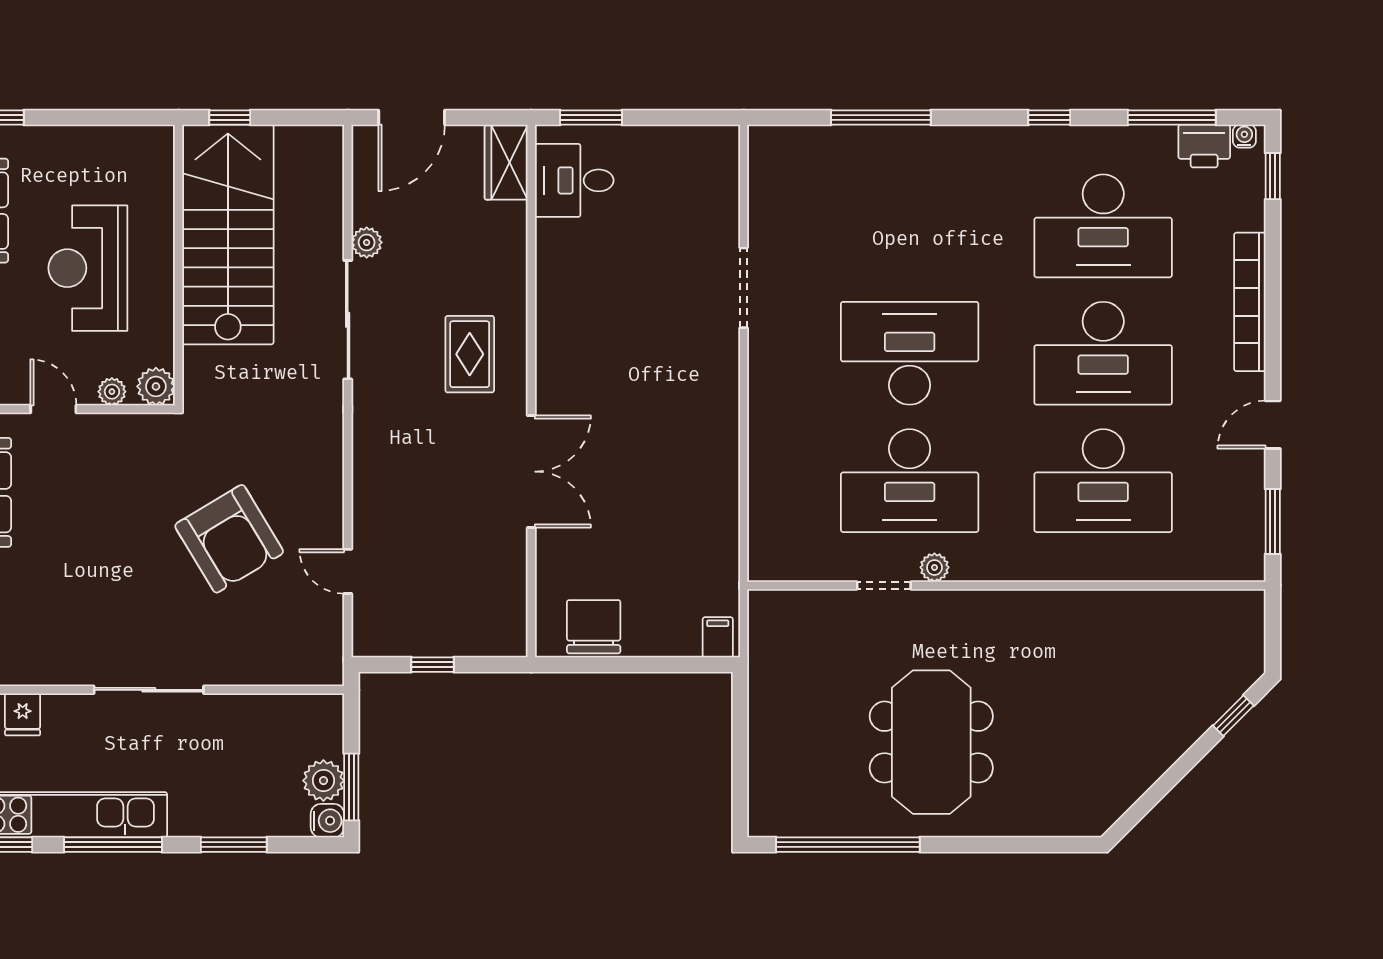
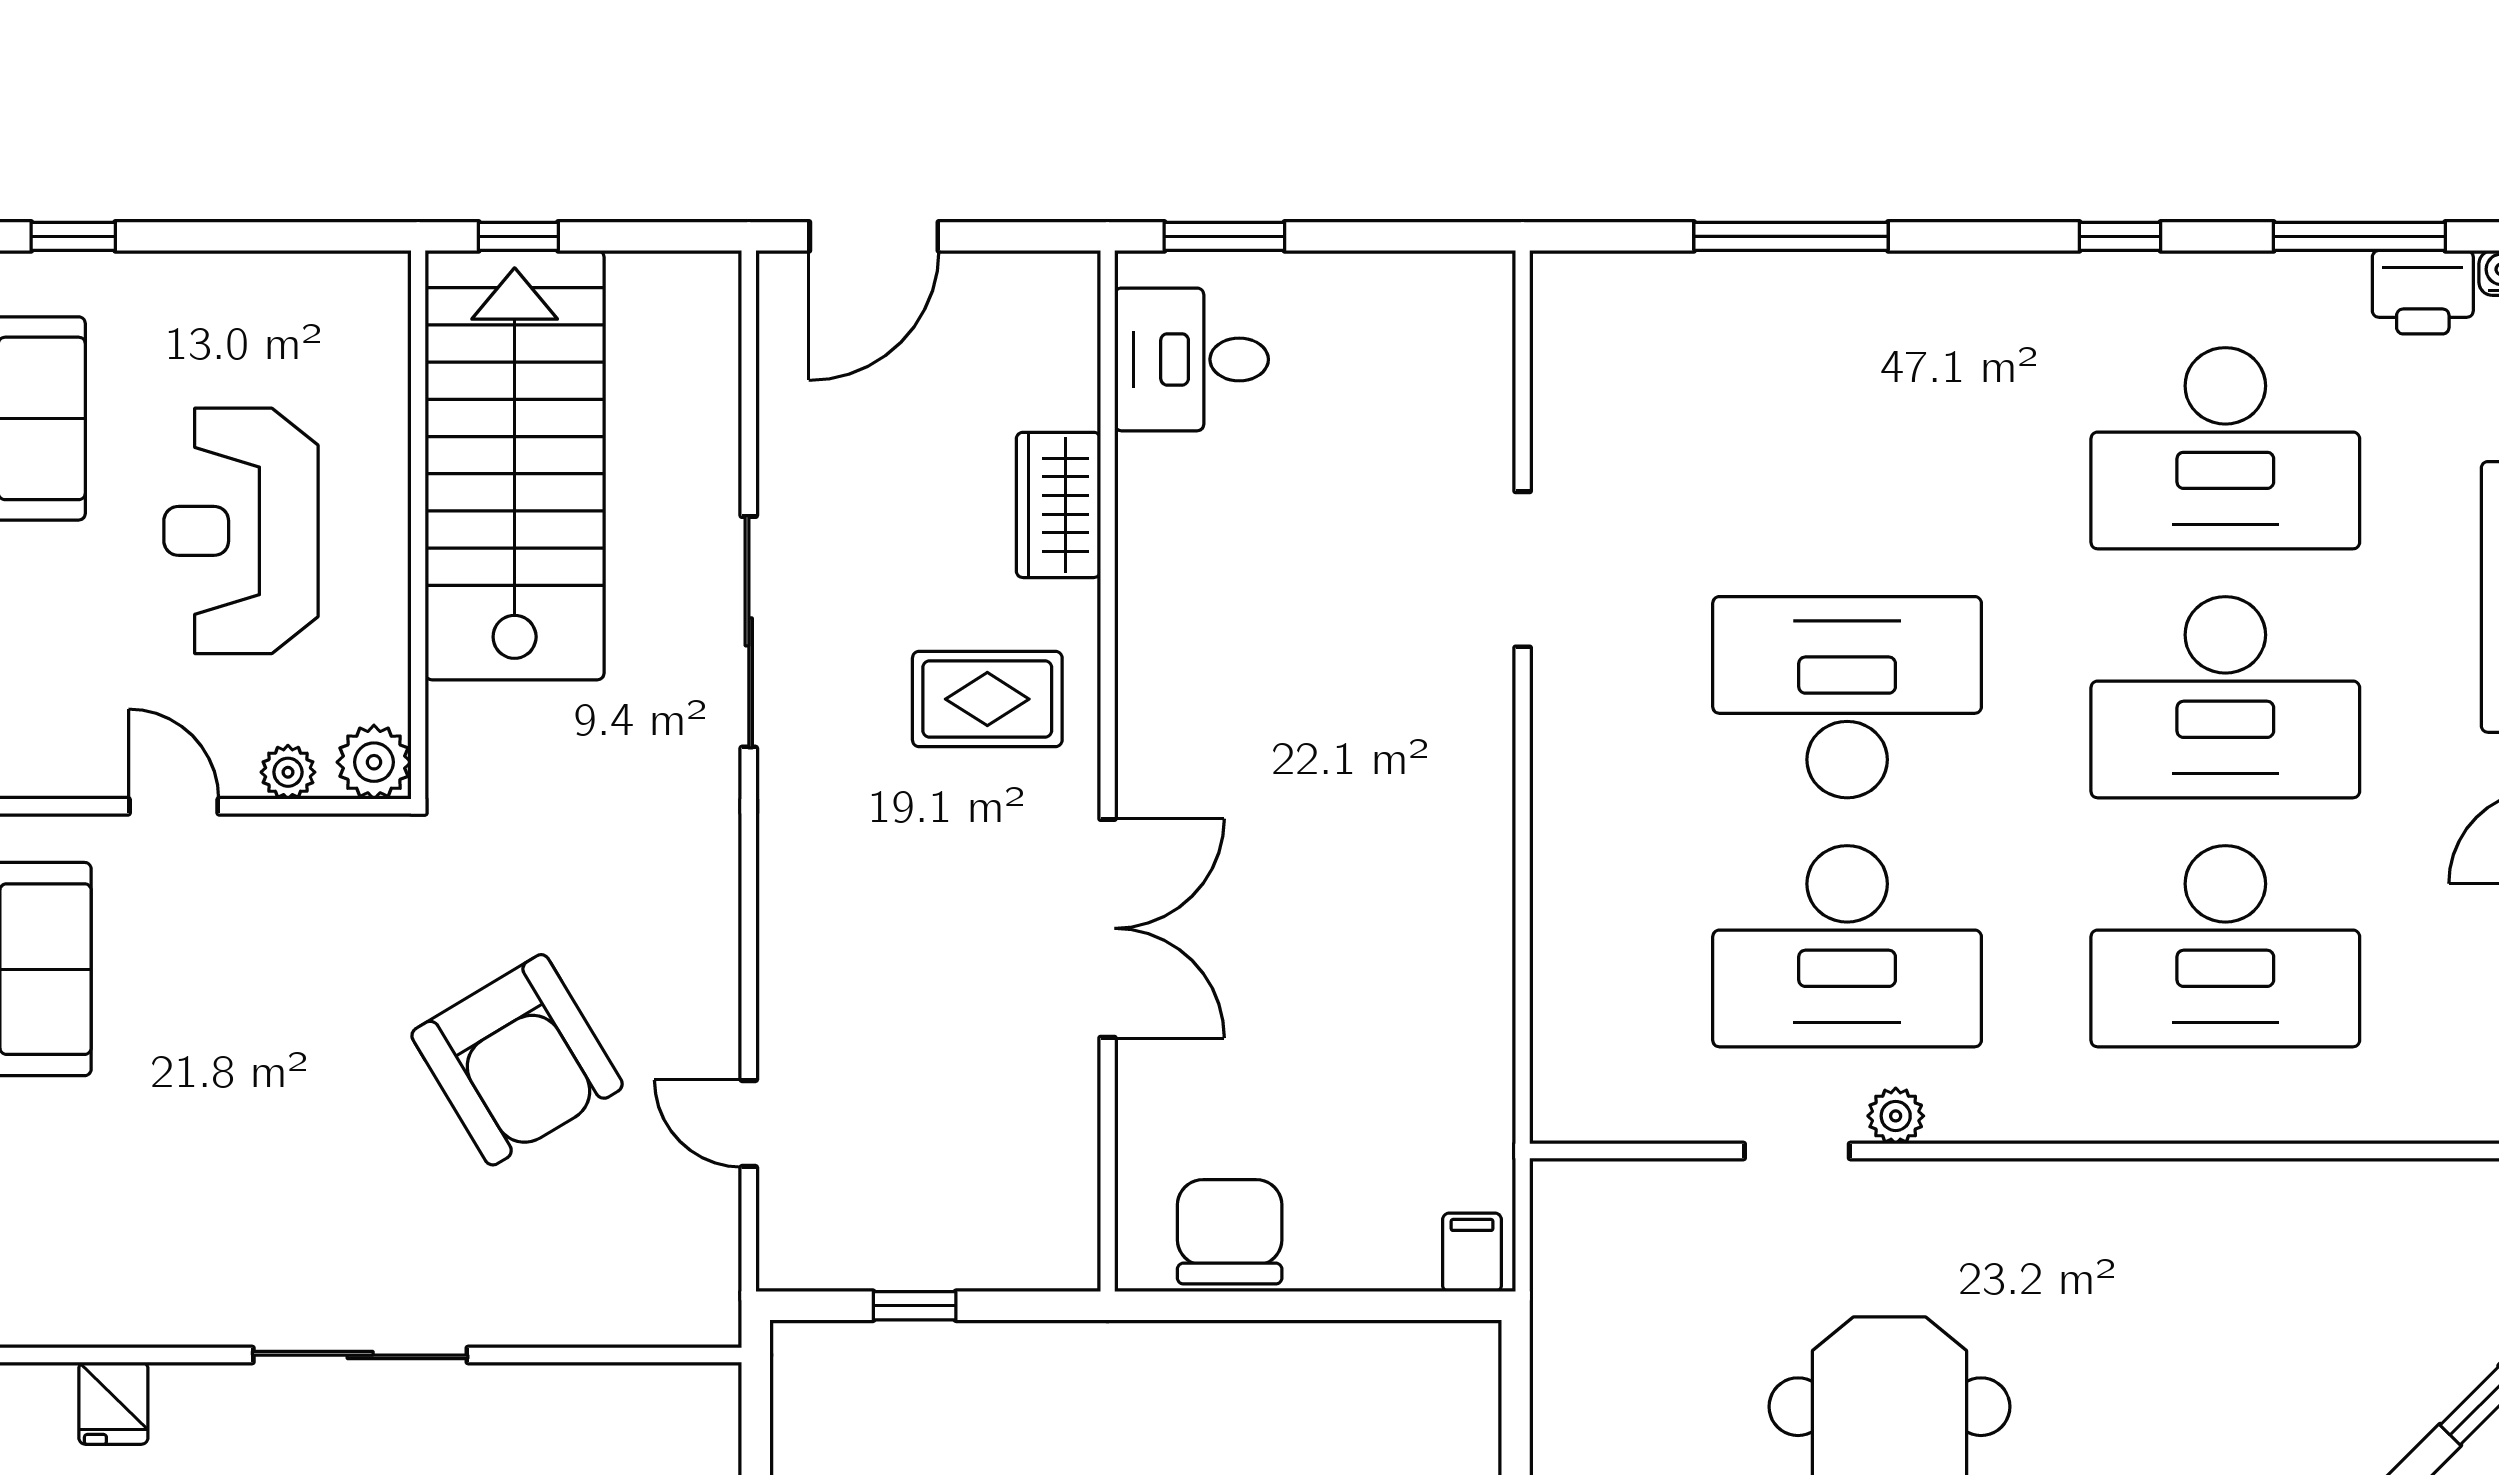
wardrobe: (506, 163) -> (1058, 505), moved
plant: (367, 242) -> (786, 481), removed
rug: (470, 354) -> (987, 699), turned 90

